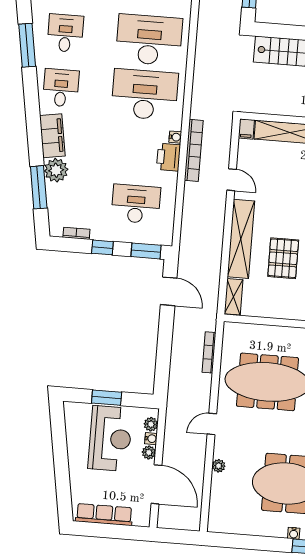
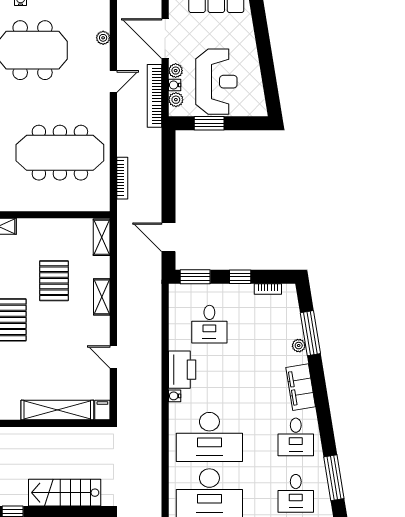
bookcase: (194, 150) -> (154, 96), moved
printer: (168, 157) -> (182, 370), width x1.37, depth x1.19
plant: (56, 170) -> (299, 346), width x0.53, depth x0.53
desk: (136, 204) -> (209, 324), width x0.73
shelving: (241, 239) -> (102, 297), width x0.45, depth x0.75
window: (107, 398) -> (209, 123), moved
door: (212, 424) -> (113, 81), moved
reception desk: (110, 439) -> (216, 82), turned 180
plant: (219, 466) -> (103, 38), moved

